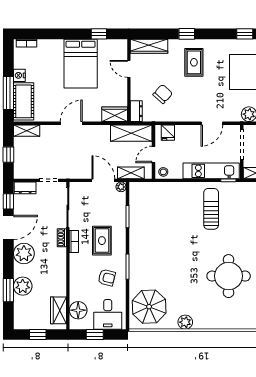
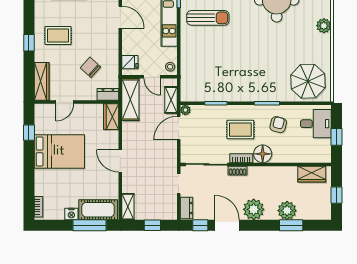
sun lounger: (211, 209) -> (208, 18), turned 180
floor lamp: (78, 310) -> (263, 154), moved
plant: (185, 322) -> (324, 26), moved

